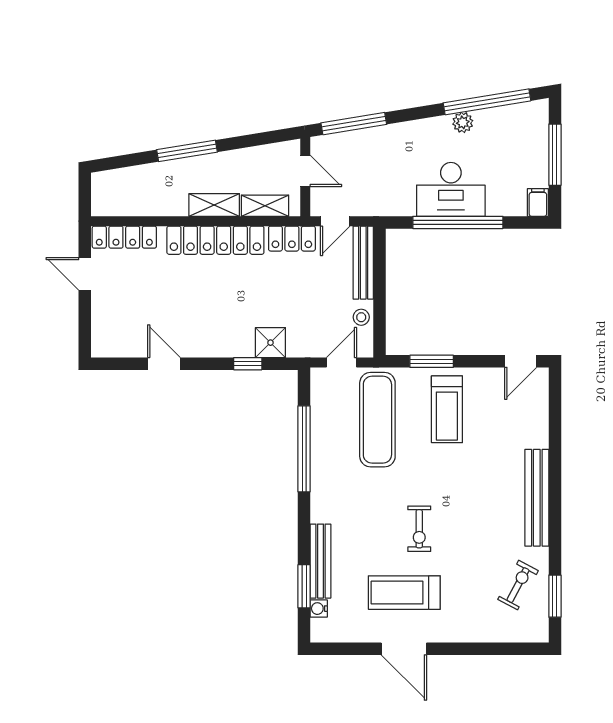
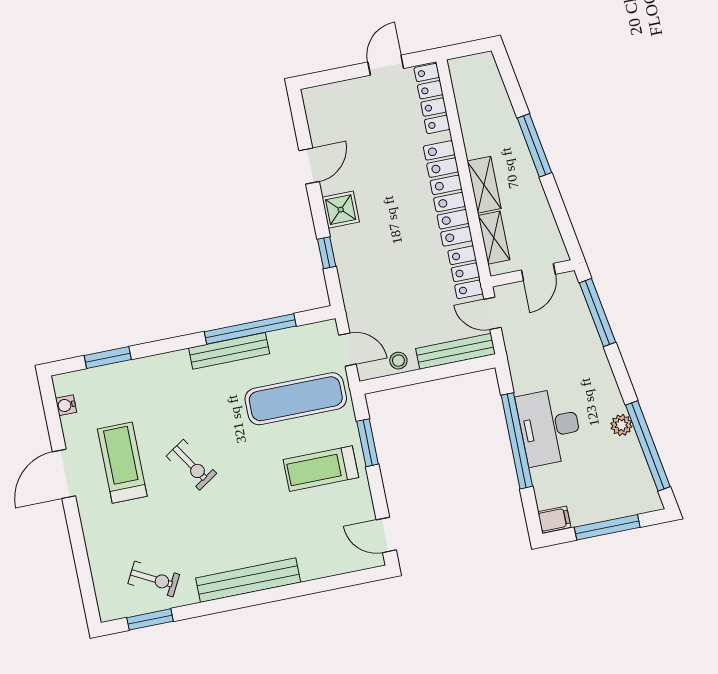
shower: (270, 343) -> (341, 210), moved
exercise bike: (419, 529) -> (191, 465), turned -123
bench: (320, 561) -> (229, 351), moved
water cooler: (319, 609) -> (66, 405), moved, turned -90

